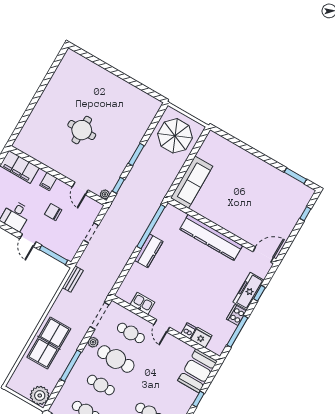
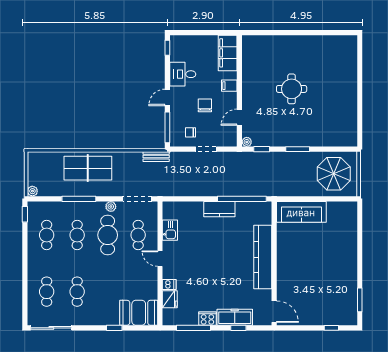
chair: (69, 238) -> (190, 132), added
door: (162, 326) -> (160, 259), hinge flipped
plant: (40, 395) -> (32, 191), width x0.53, depth x0.53

